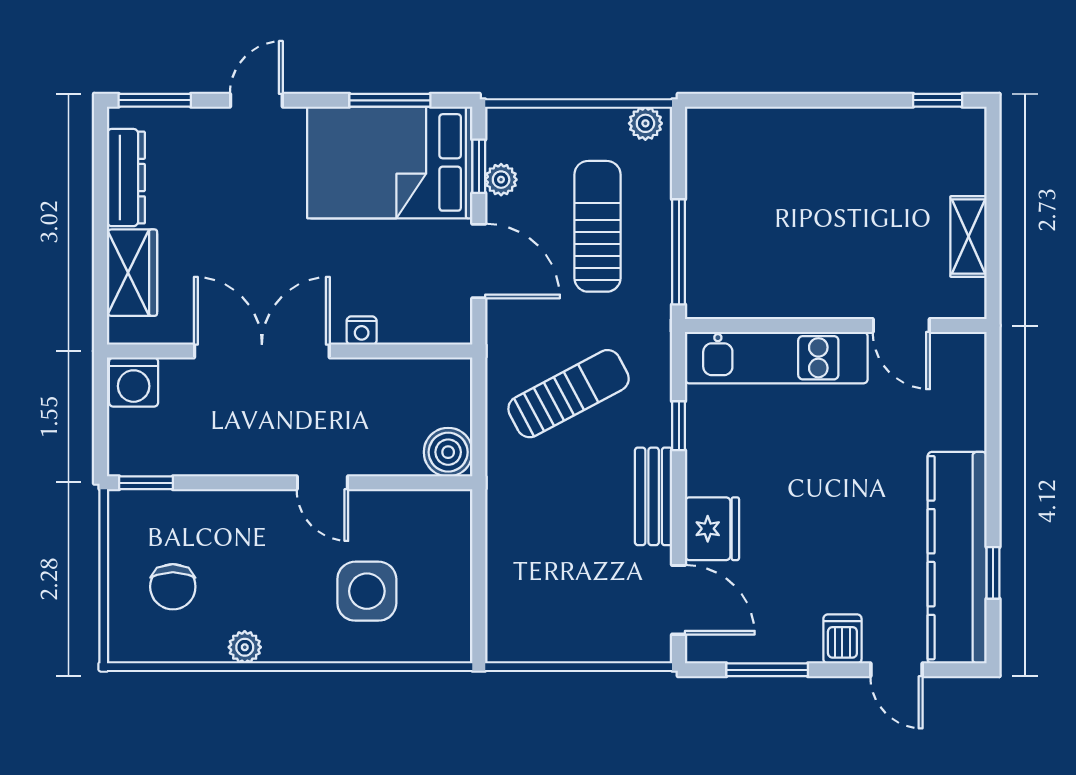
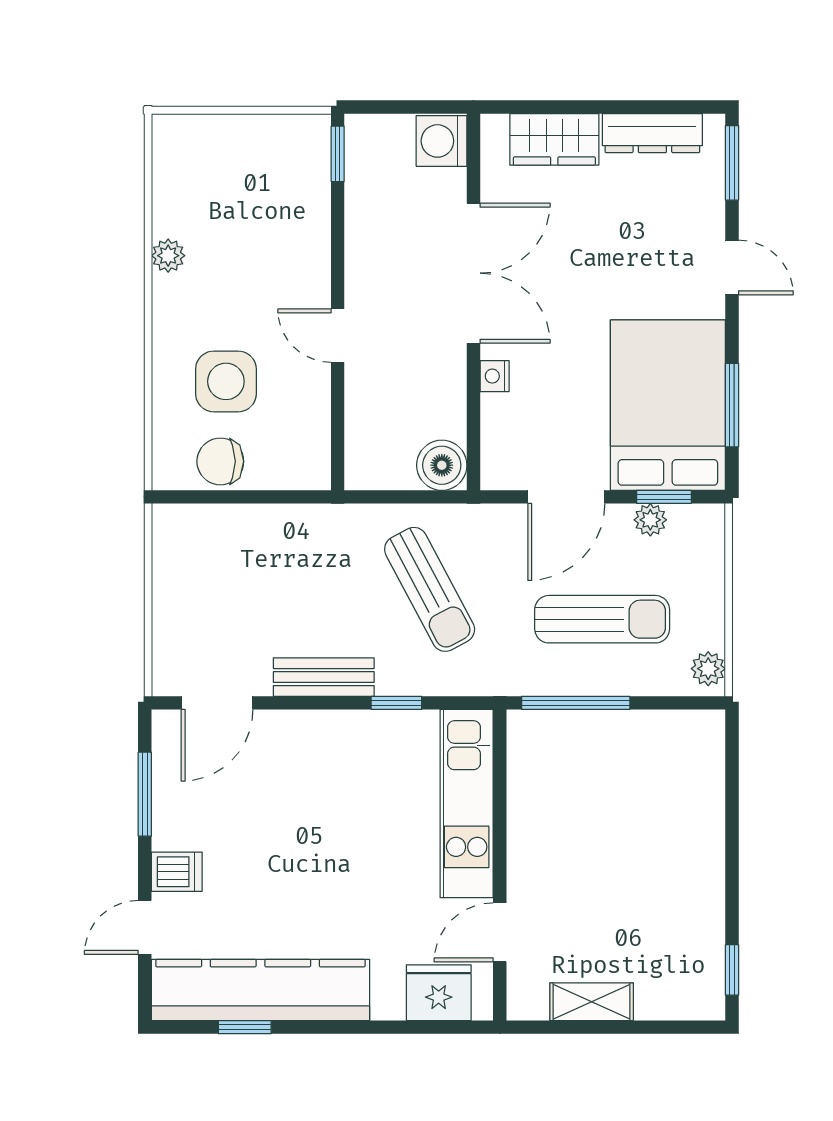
boiler: (448, 452) -> (442, 465), moved
door: (322, 483) -> (338, 336), hinge flipped
fridge: (712, 529) -> (439, 993), moved, turned 180
chair: (173, 587) -> (220, 461), moved

